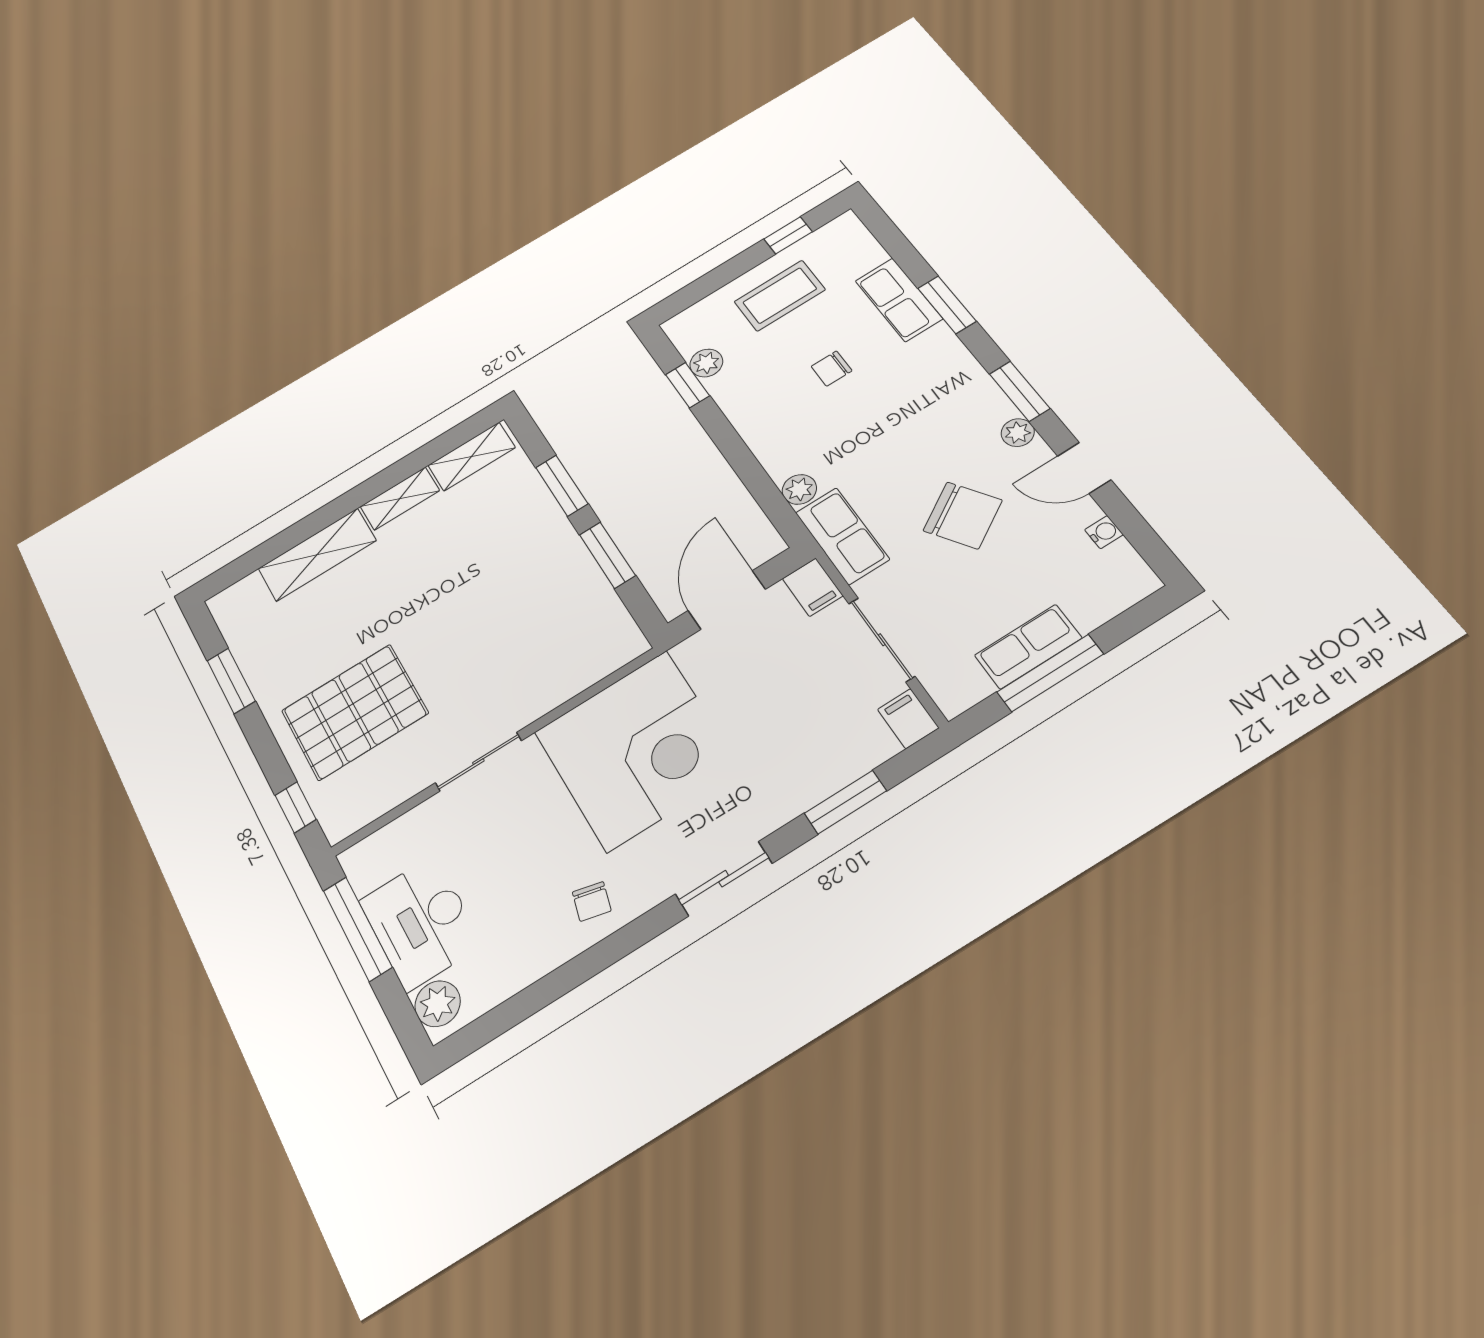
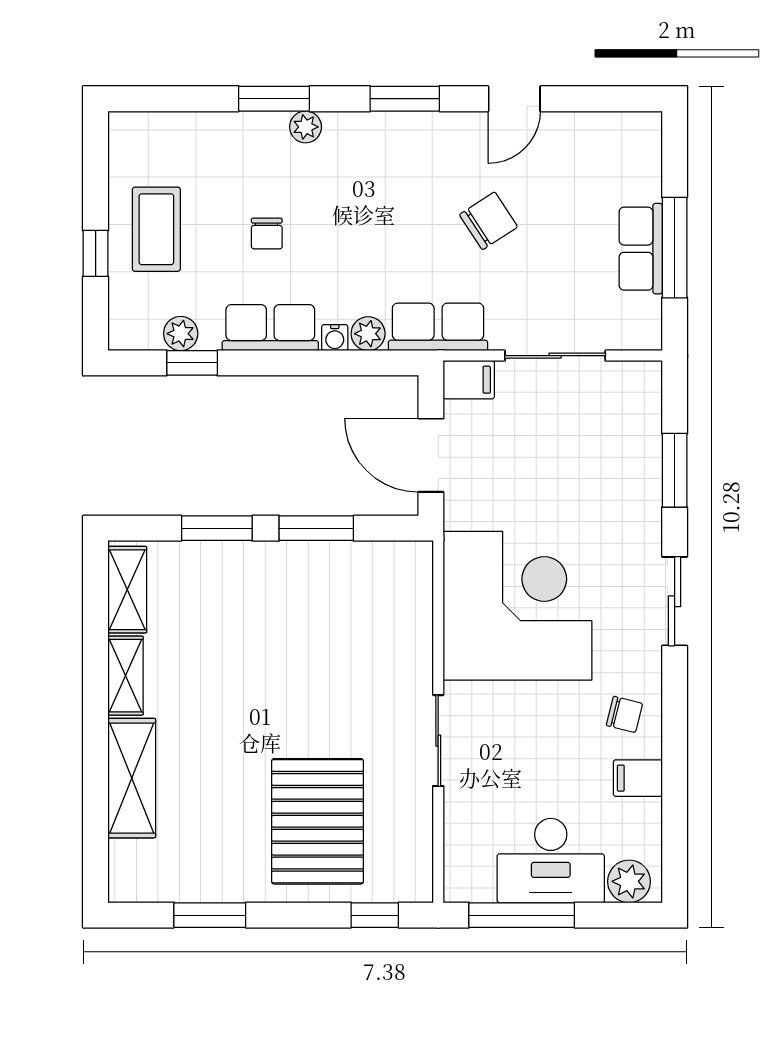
window: (788, 235) -> (96, 253), moved
row of seats: (899, 300) -> (270, 328), moved, turned 180
plant: (1018, 433) -> (306, 127), moved
chair: (963, 515) -> (489, 221), width x0.73, depth x0.73
water cooler: (1104, 532) -> (335, 338), moved, turned 180
filing cabinet: (908, 719) -> (638, 778), moved

